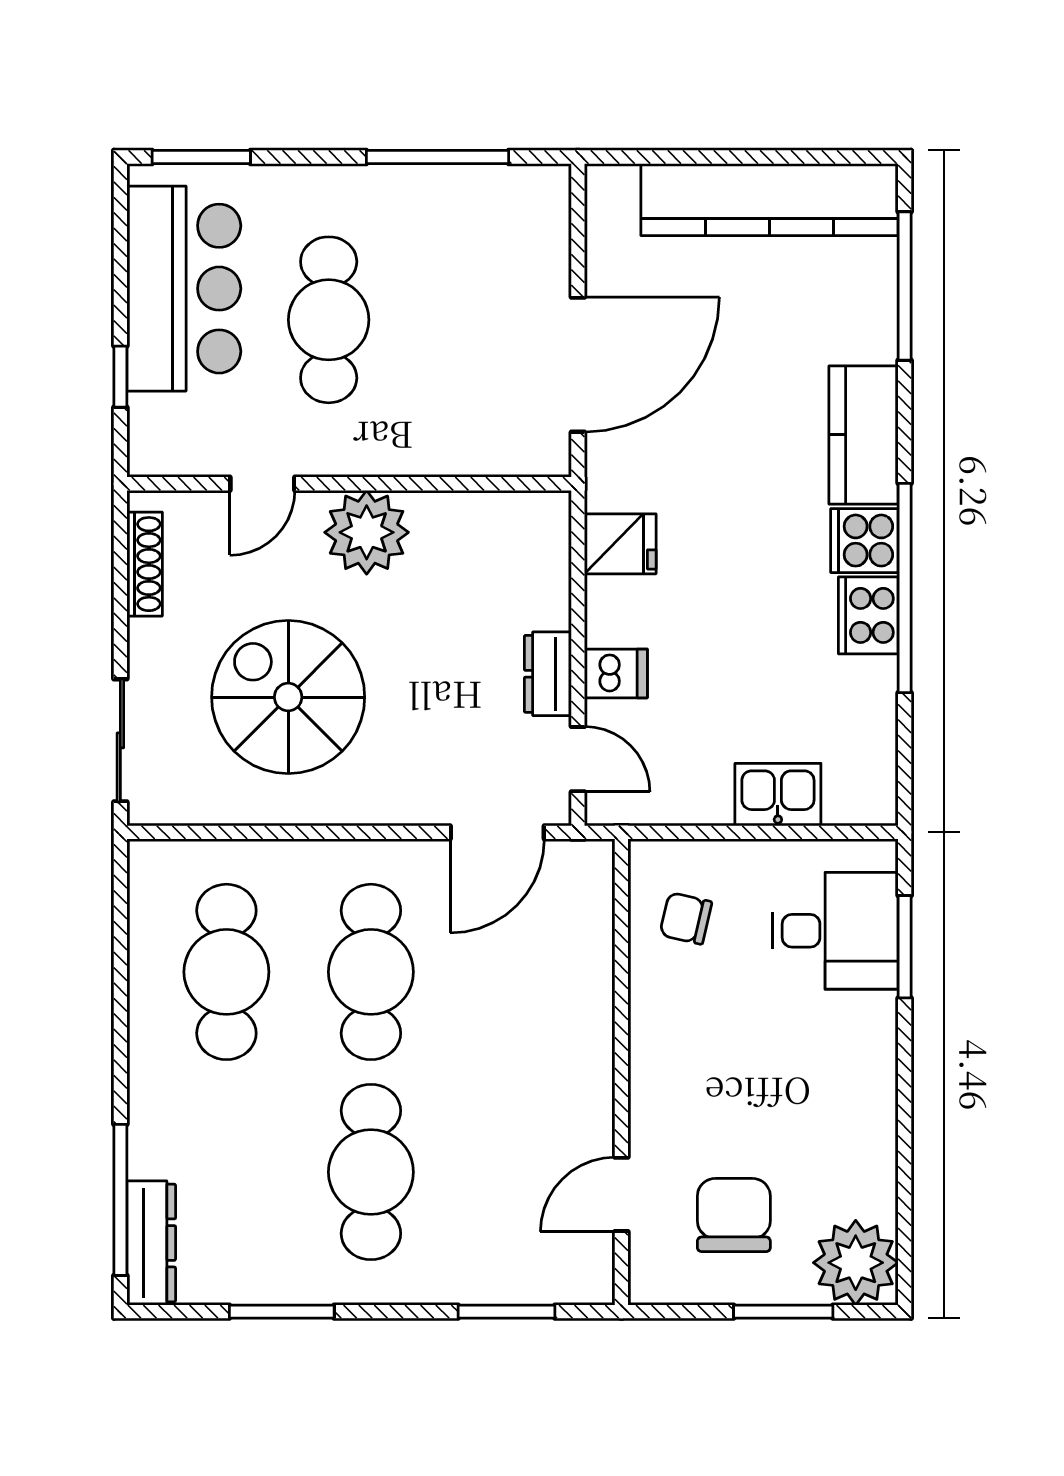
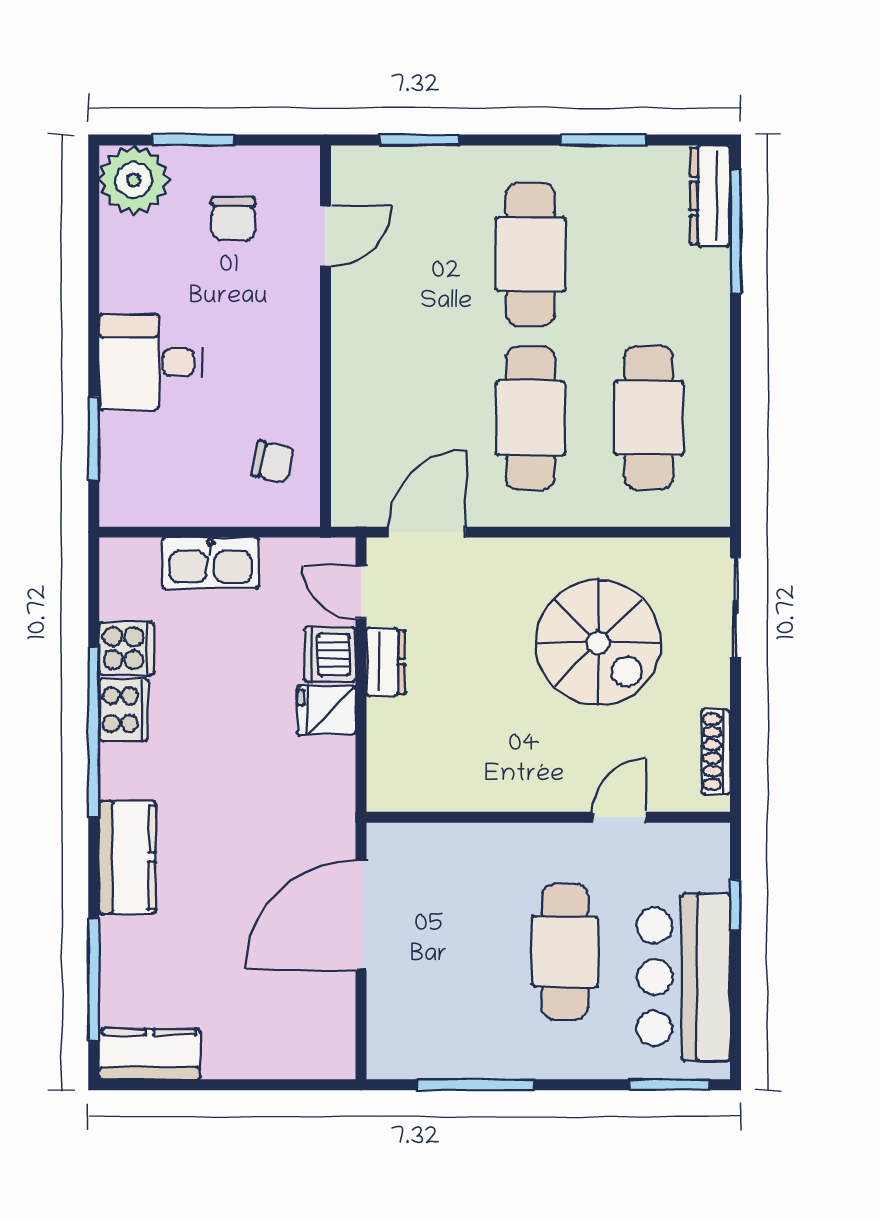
kitchen counter: (769, 200) -> (150, 1054), width x0.48, depth x0.86
plant: (367, 532) -> (534, 778), removed
cooker: (864, 541) -> (127, 648), moved
fridge: (620, 544) -> (326, 710), moved
dishwasher: (616, 673) -> (330, 655), width x1.38
kitchen sink: (778, 795) -> (211, 563), width x1.38
desk: (835, 931) -> (151, 362), moved
chair: (734, 1215) -> (233, 219), width x0.73, depth x0.73

